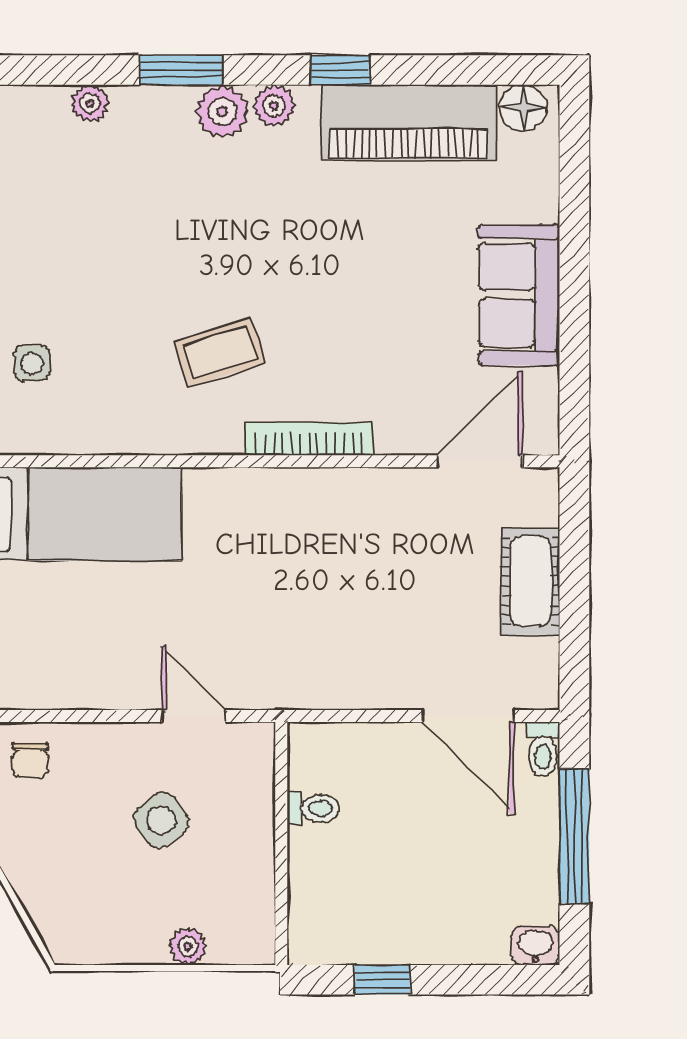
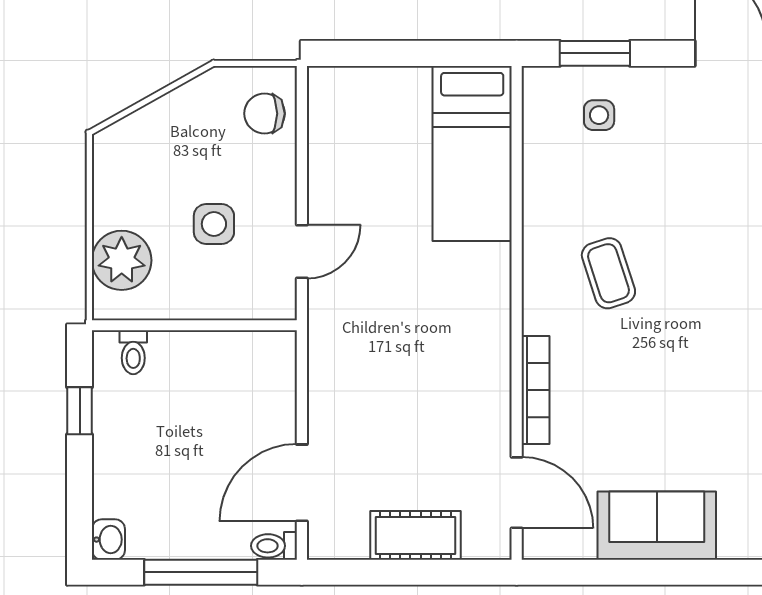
bookcase: (309, 439) -> (535, 390), moved
chair: (30, 760) -> (264, 114), width x1.37, depth x1.37
toilet: (313, 808) -> (133, 352), moved
side table: (161, 820) -> (214, 224), turned 36
plant: (188, 946) -> (122, 260), width x1.87, depth x1.87

